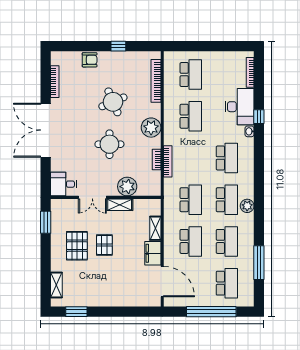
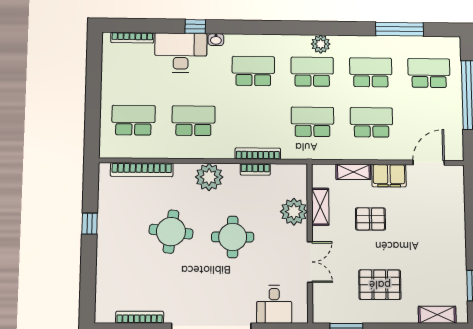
armchair: (90, 60) -> (109, 266), removed
round table: (113, 102) -> (171, 232), turned 30
desk: (63, 184) -> (274, 304), moved
shelving: (120, 205) -> (320, 207), moved
pallet: (104, 245) -> (370, 219), moved
door: (162, 282) -> (429, 163), width x0.73

